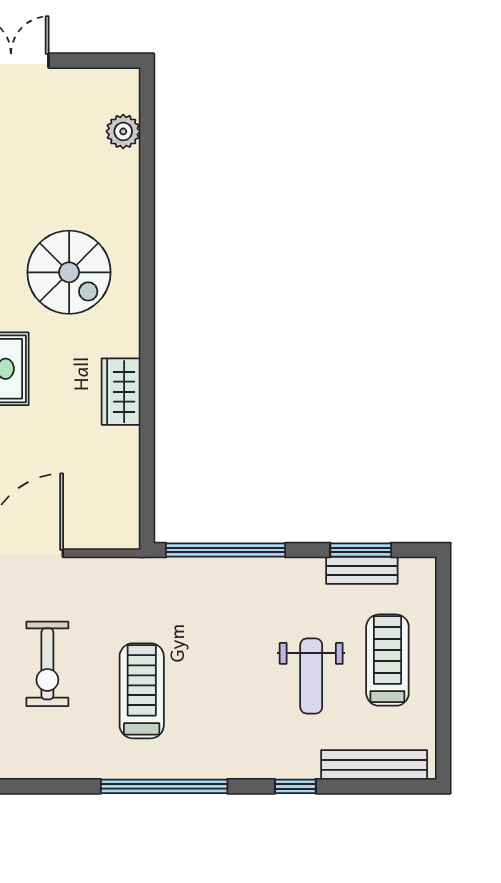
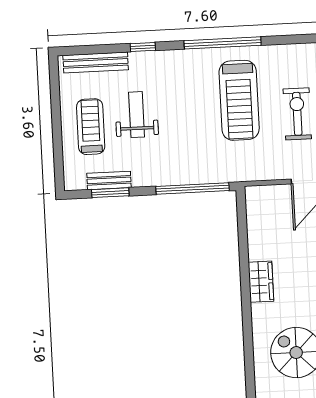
treadmill: (387, 660) -> (91, 127), turned 180
treadmill: (142, 691) -> (239, 100), width x1.37, depth x1.38

